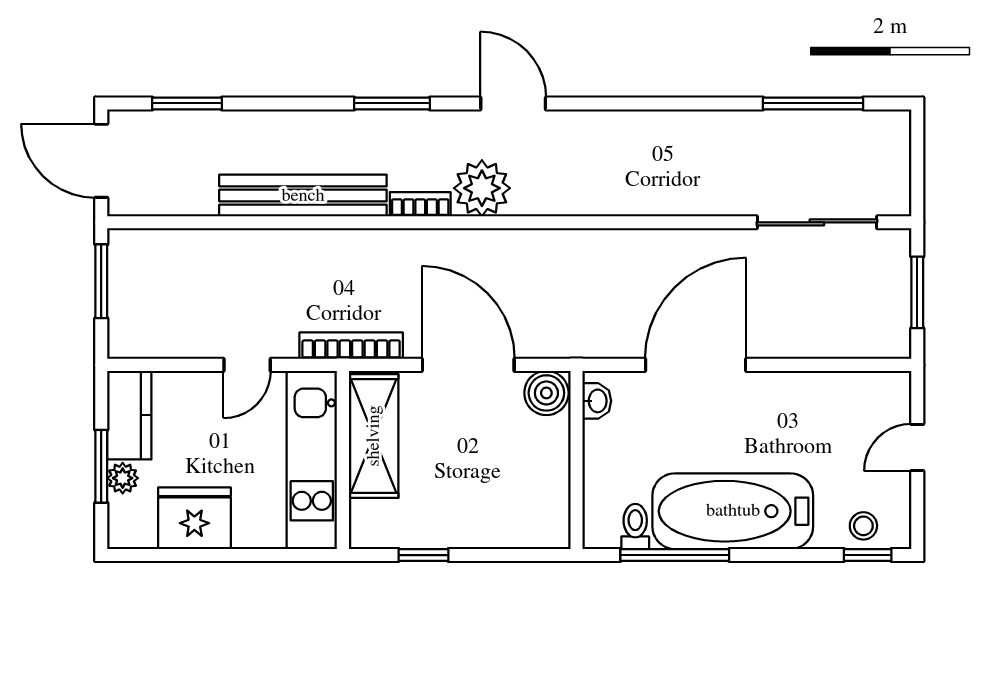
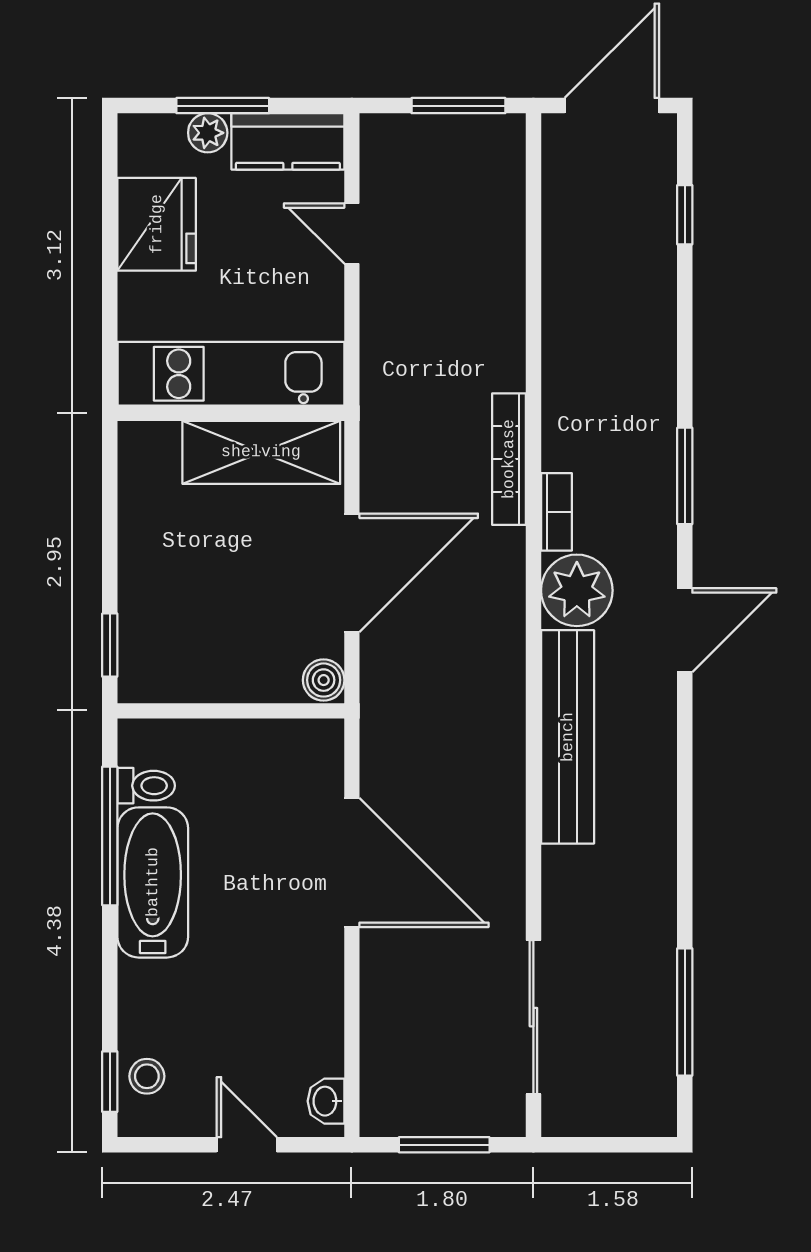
window: (187, 103) -> (685, 215), width x0.67
bench: (303, 196) -> (568, 737), moved
bookcase: (351, 346) -> (509, 459), moved, turned 180
door: (247, 365) -> (352, 233), moved
boiler: (546, 393) -> (324, 680), width x0.73, depth x0.73
washbasin: (597, 401) -> (326, 1101), moved, turned 90
bathtub: (733, 511) -> (153, 882), width x0.73, depth x0.73
window: (423, 555) -> (110, 645), moved

